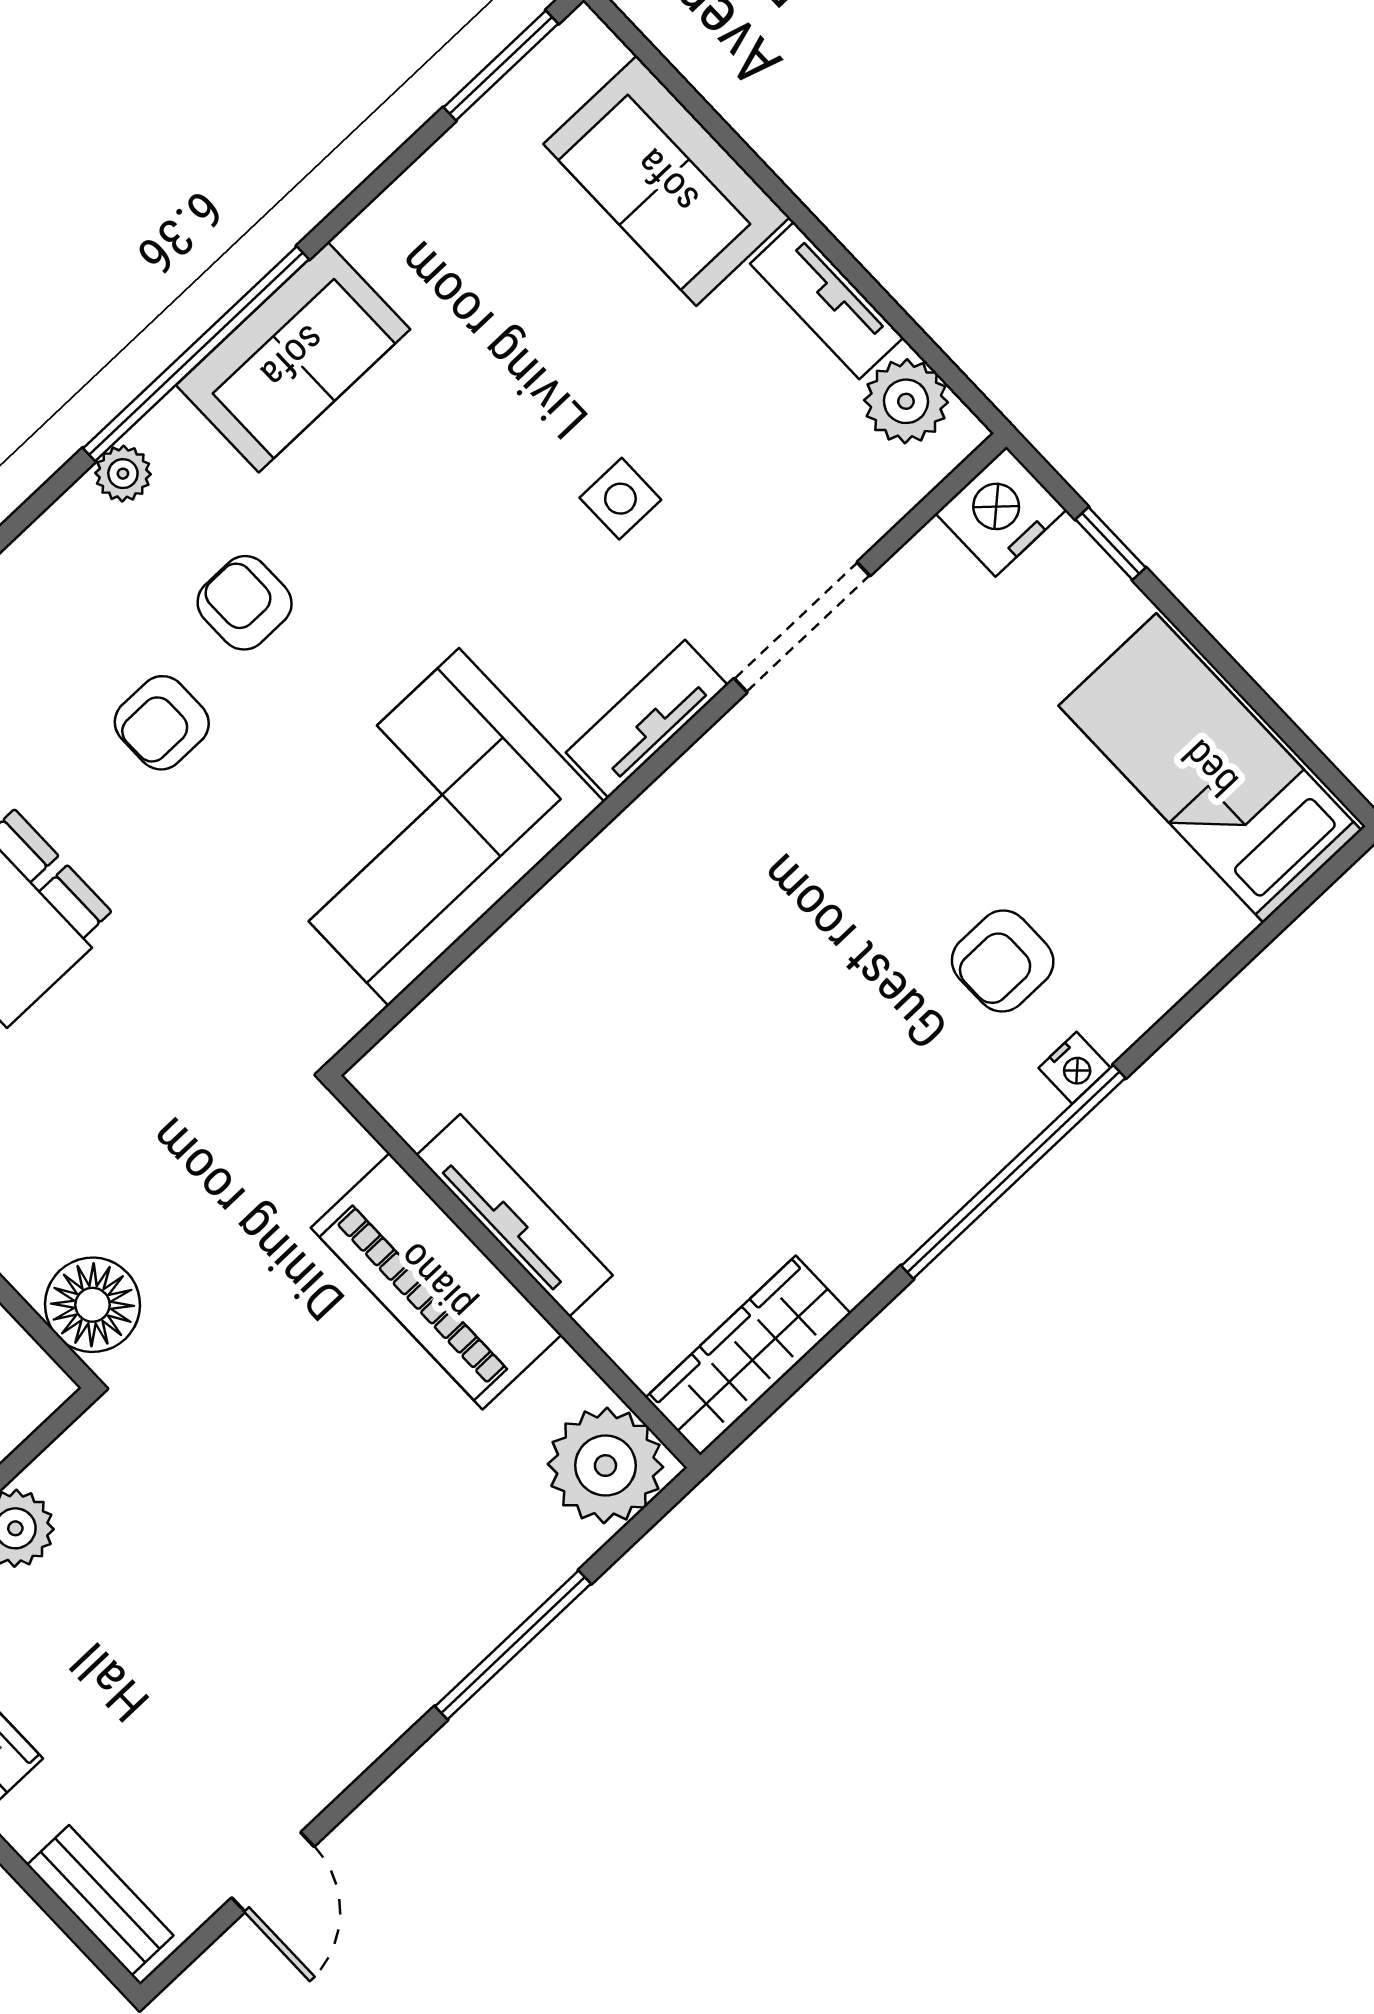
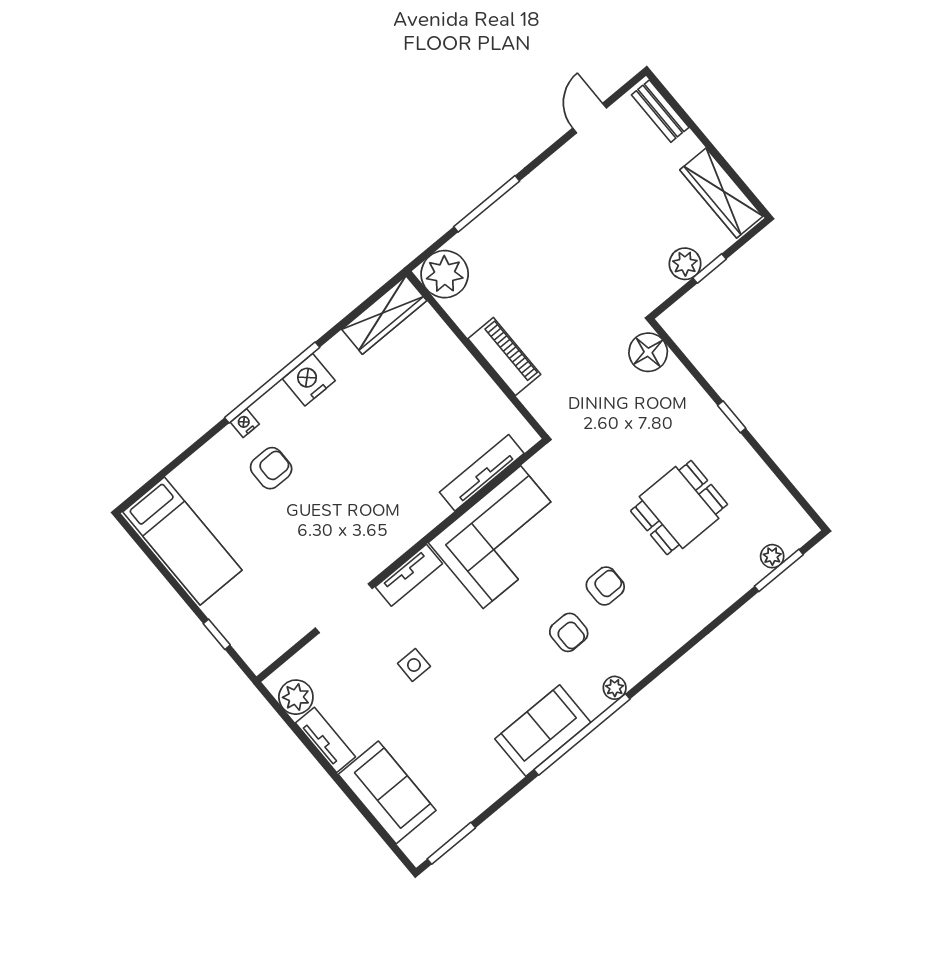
nightstand: (1001, 512) -> (309, 380), moved, turned 180
tv unit: (515, 1215) -> (482, 473), moved, turned 90
piano: (436, 1281) -> (504, 356), width x0.73, depth x0.75

